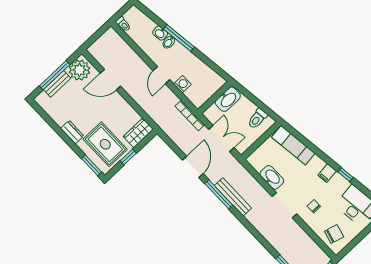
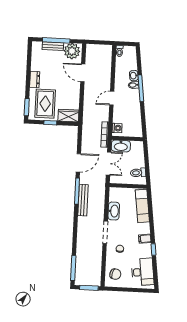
washing machine: (182, 84) -> (117, 128), moved
washbasin: (228, 99) -> (121, 146), moved

